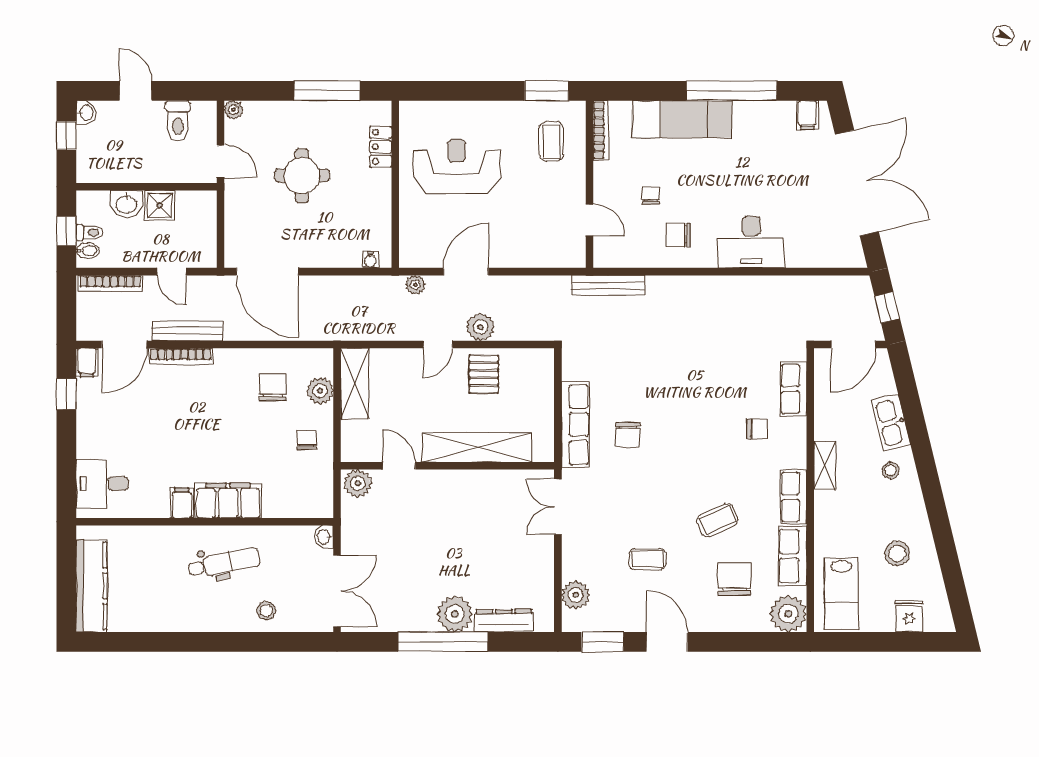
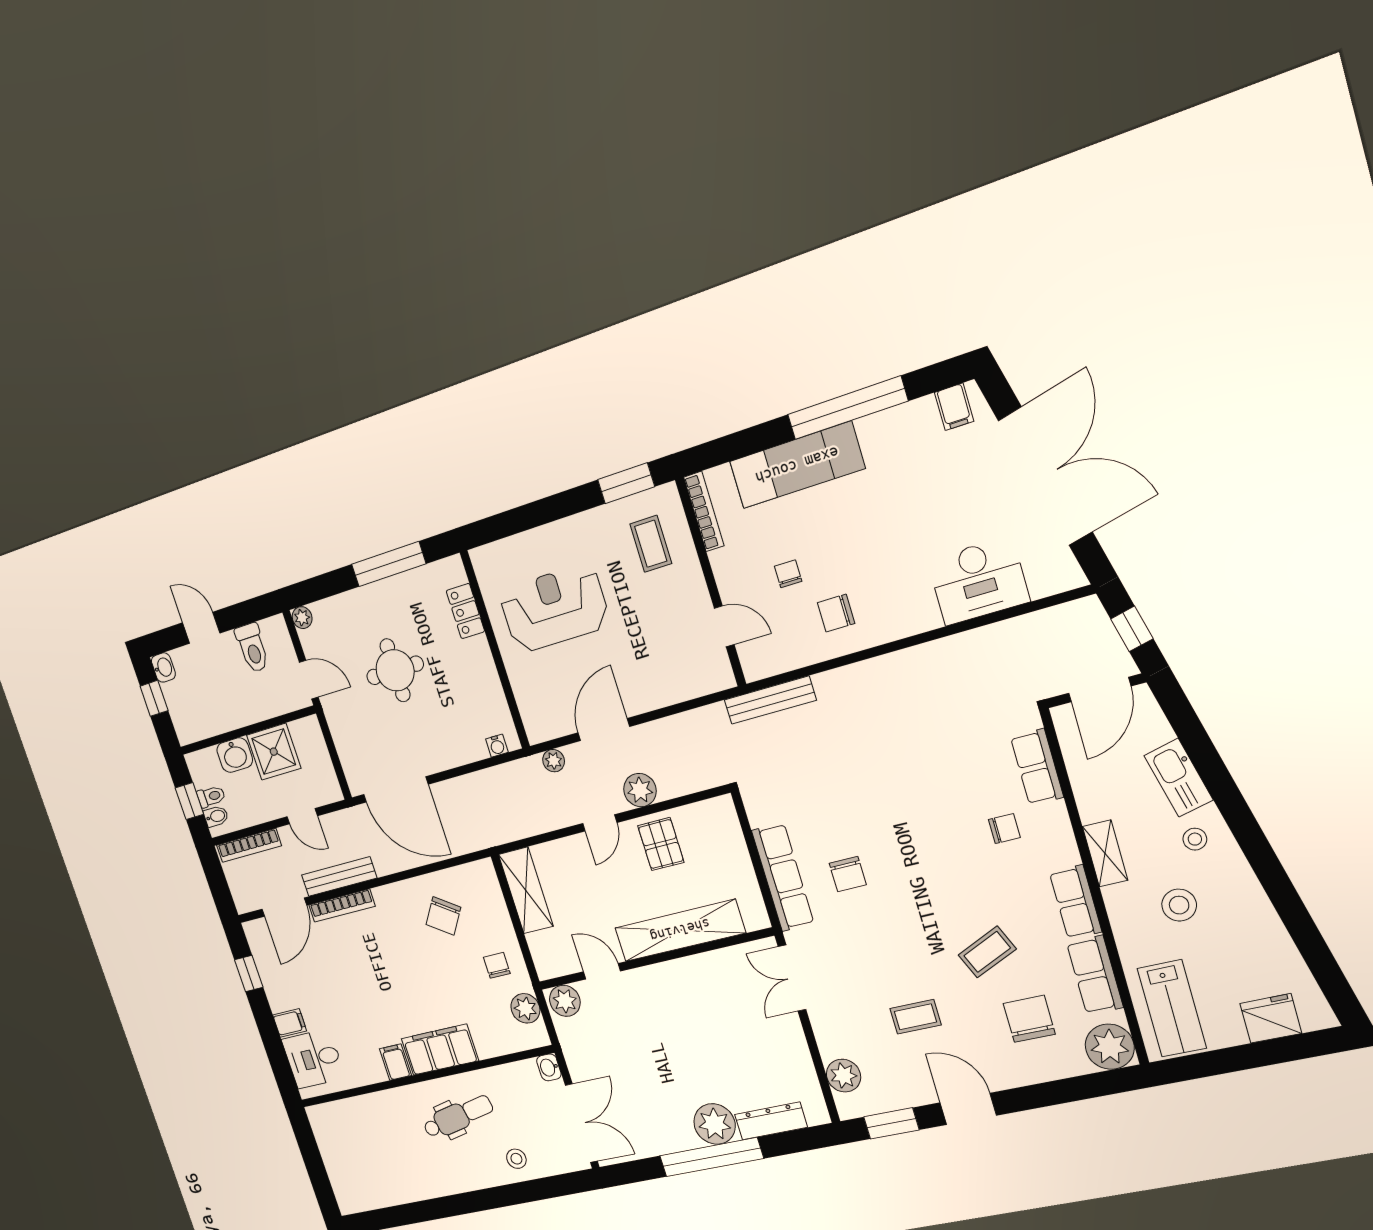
shower: (159, 205) -> (274, 752), width x1.36, depth x1.36
desk: (751, 242) -> (978, 581), moved
filing cabinet: (87, 362) -> (290, 1023), moved, turned -90
chair: (273, 387) -> (443, 916), turned -146
plant: (320, 391) -> (525, 1008), moved
stool: (897, 554) -> (1179, 905), moved
kitchen counter: (91, 586) -> (340, 1166), removed
fridge: (909, 616) -> (1271, 1018), width x1.38

